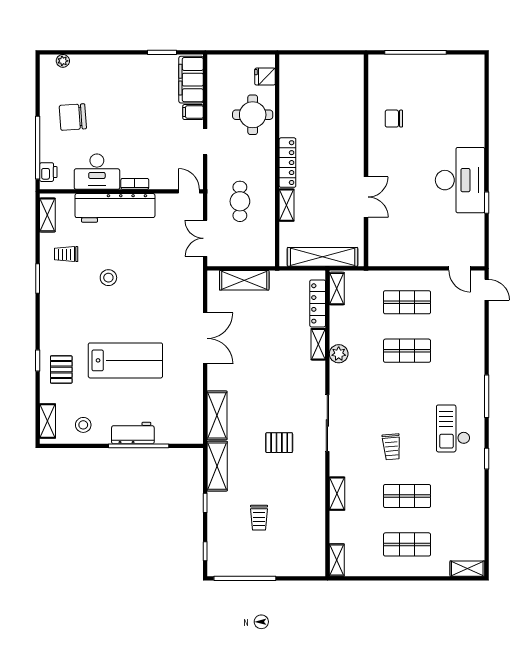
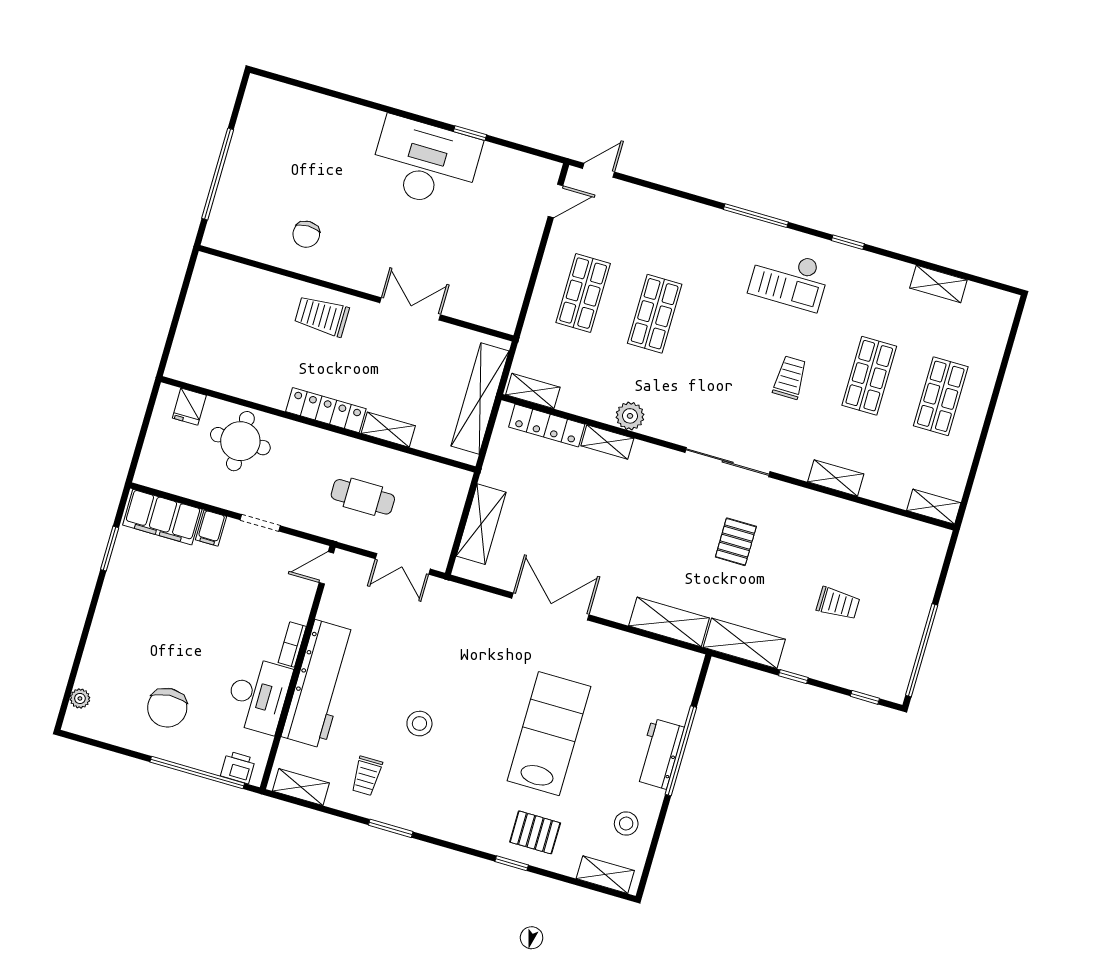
trolley: (346, 143) -> (322, 316), added
trolley: (392, 447) -> (790, 378), turned -85
shelving: (467, 569) -> (938, 284), moved, turned 90

